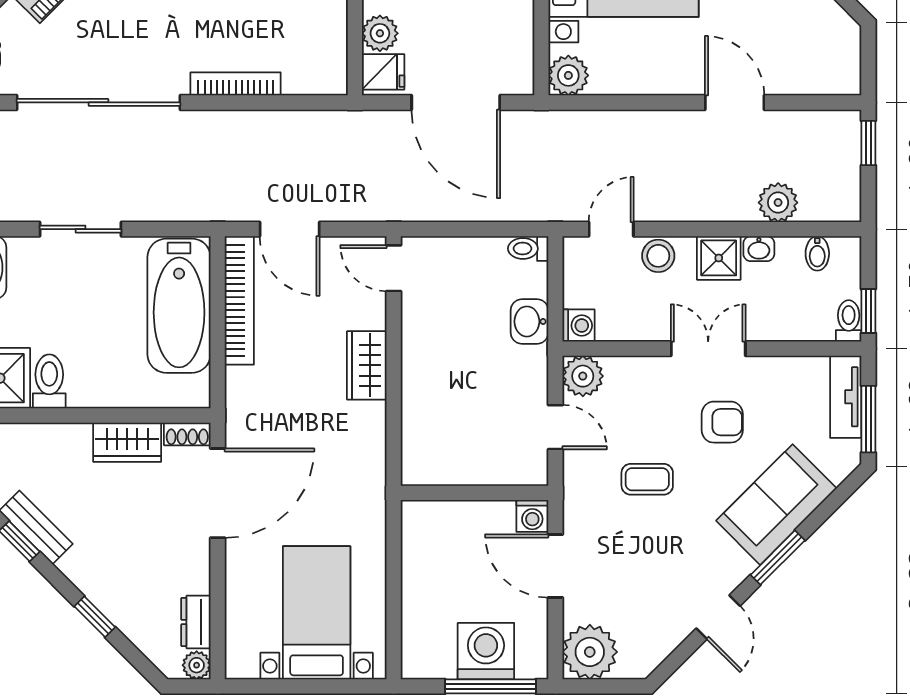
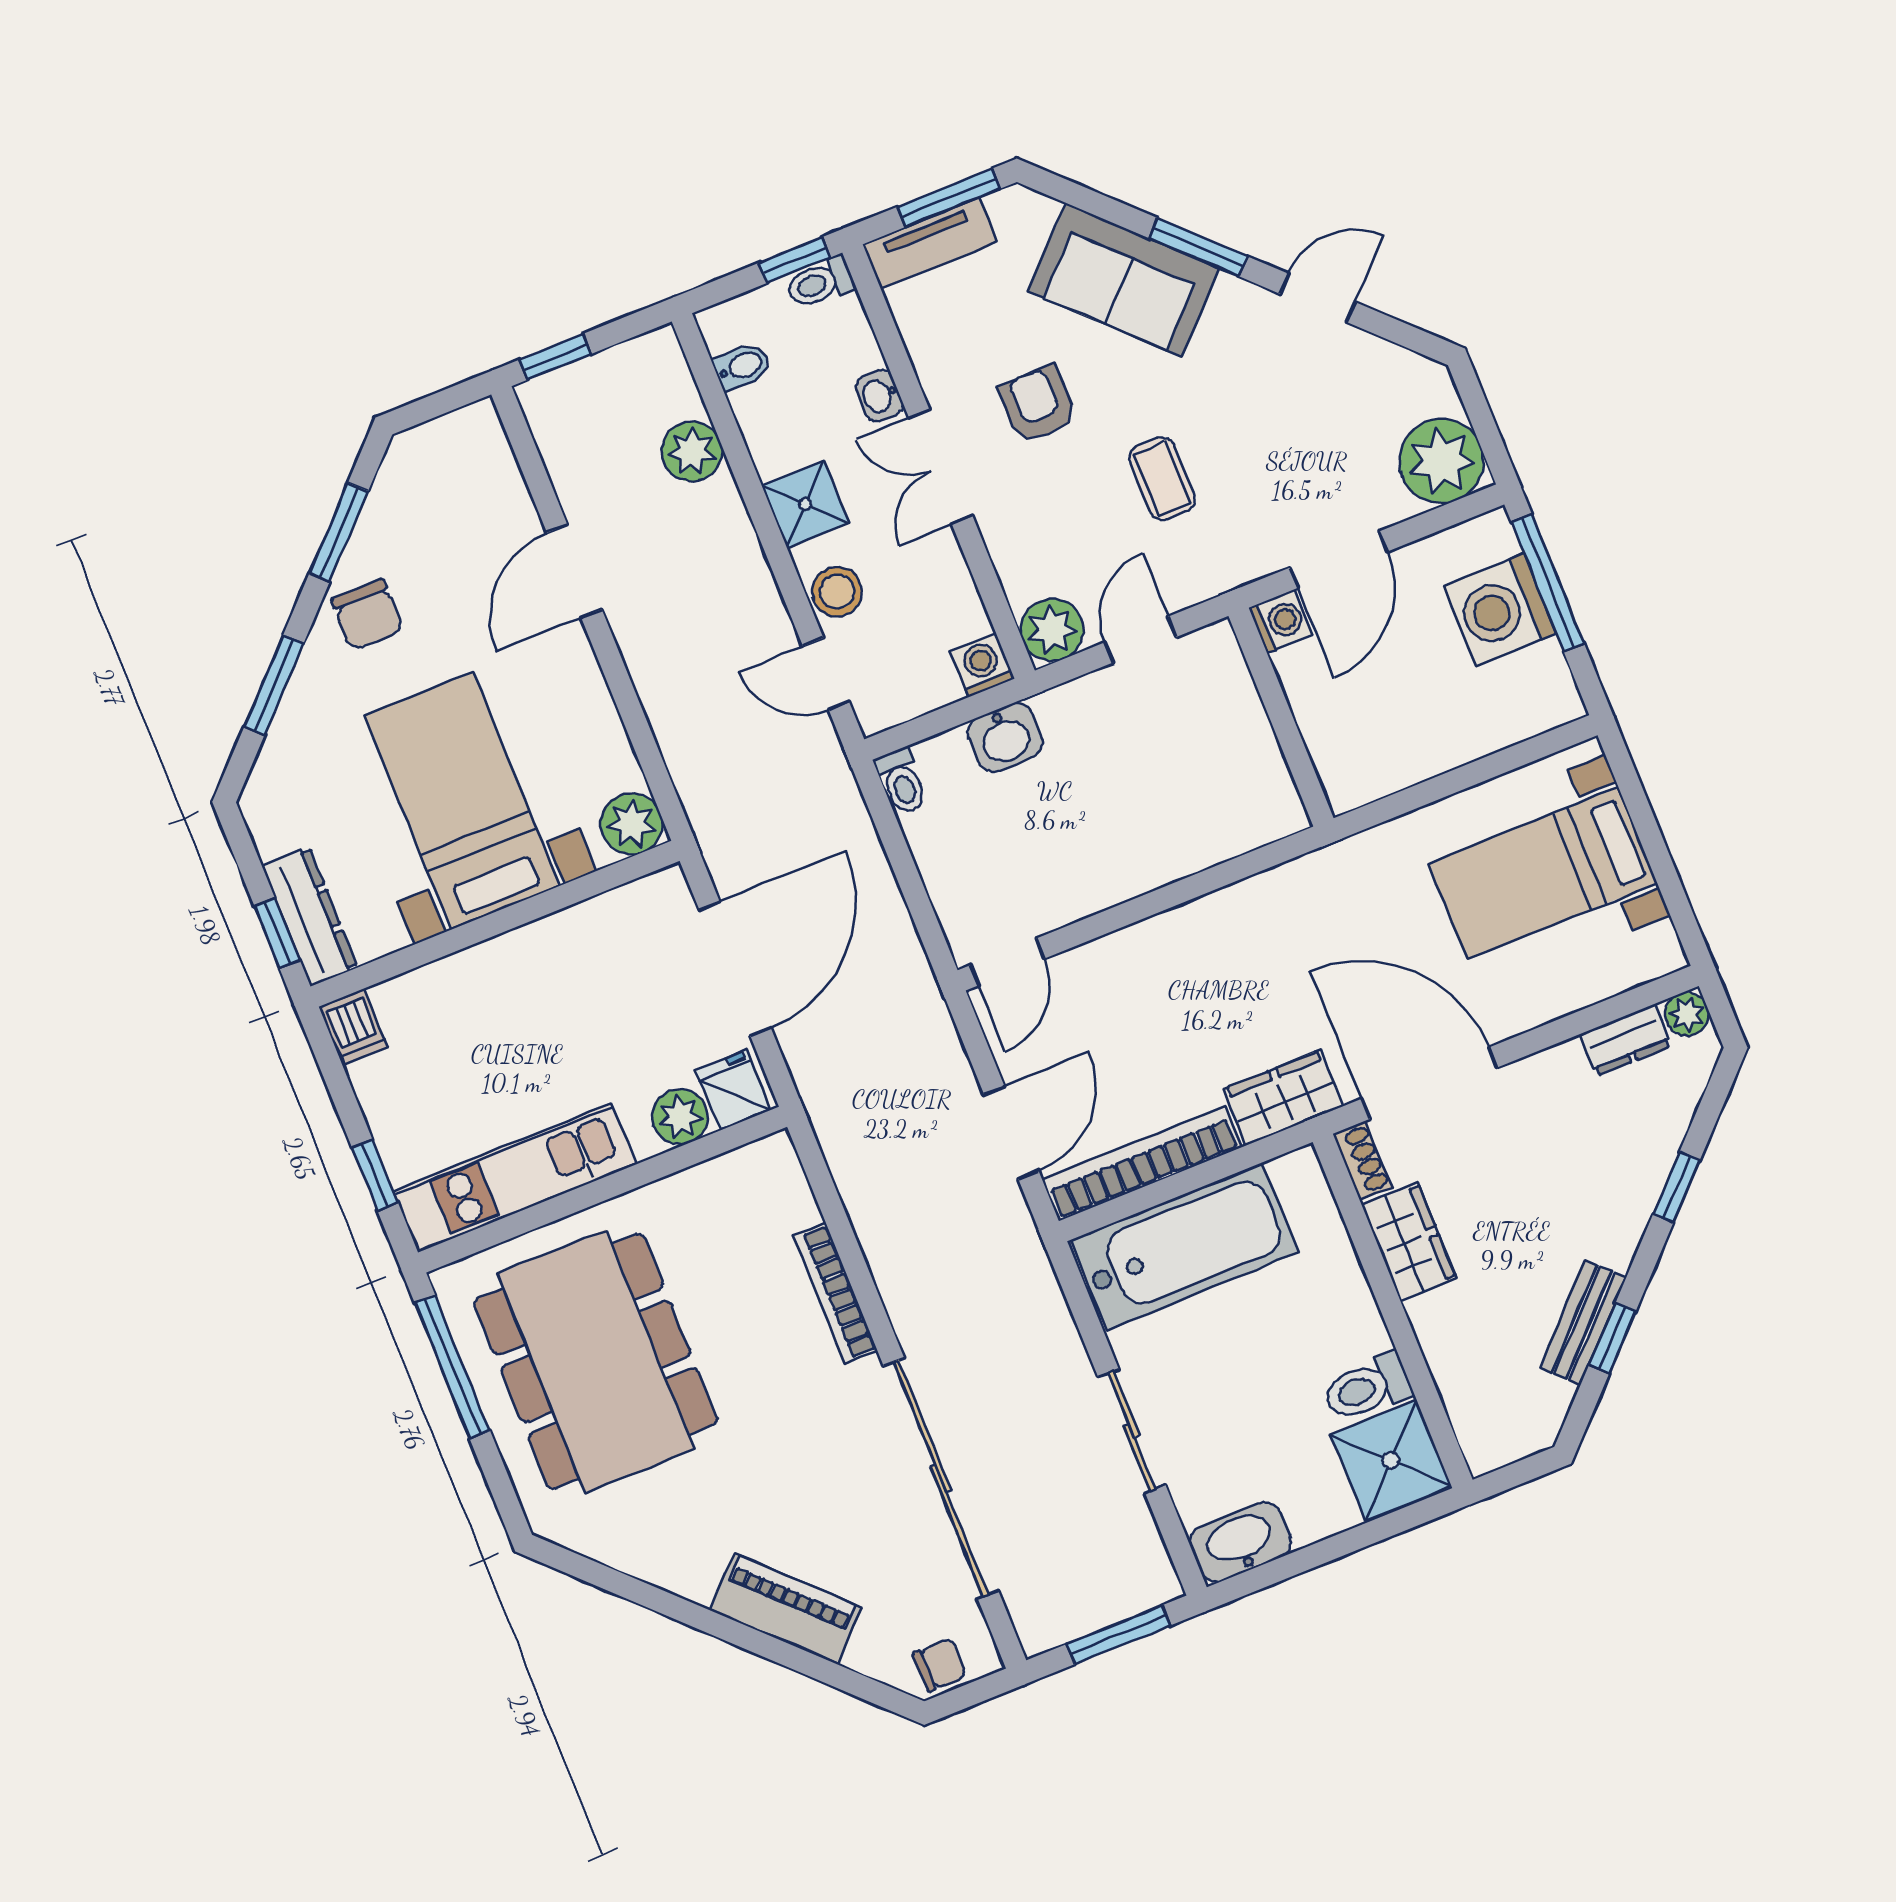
washbasin: (759, 249) -> (879, 395), moved, turned 180
wardrobe: (367, 365) -> (1283, 1098), moved, turned 180

